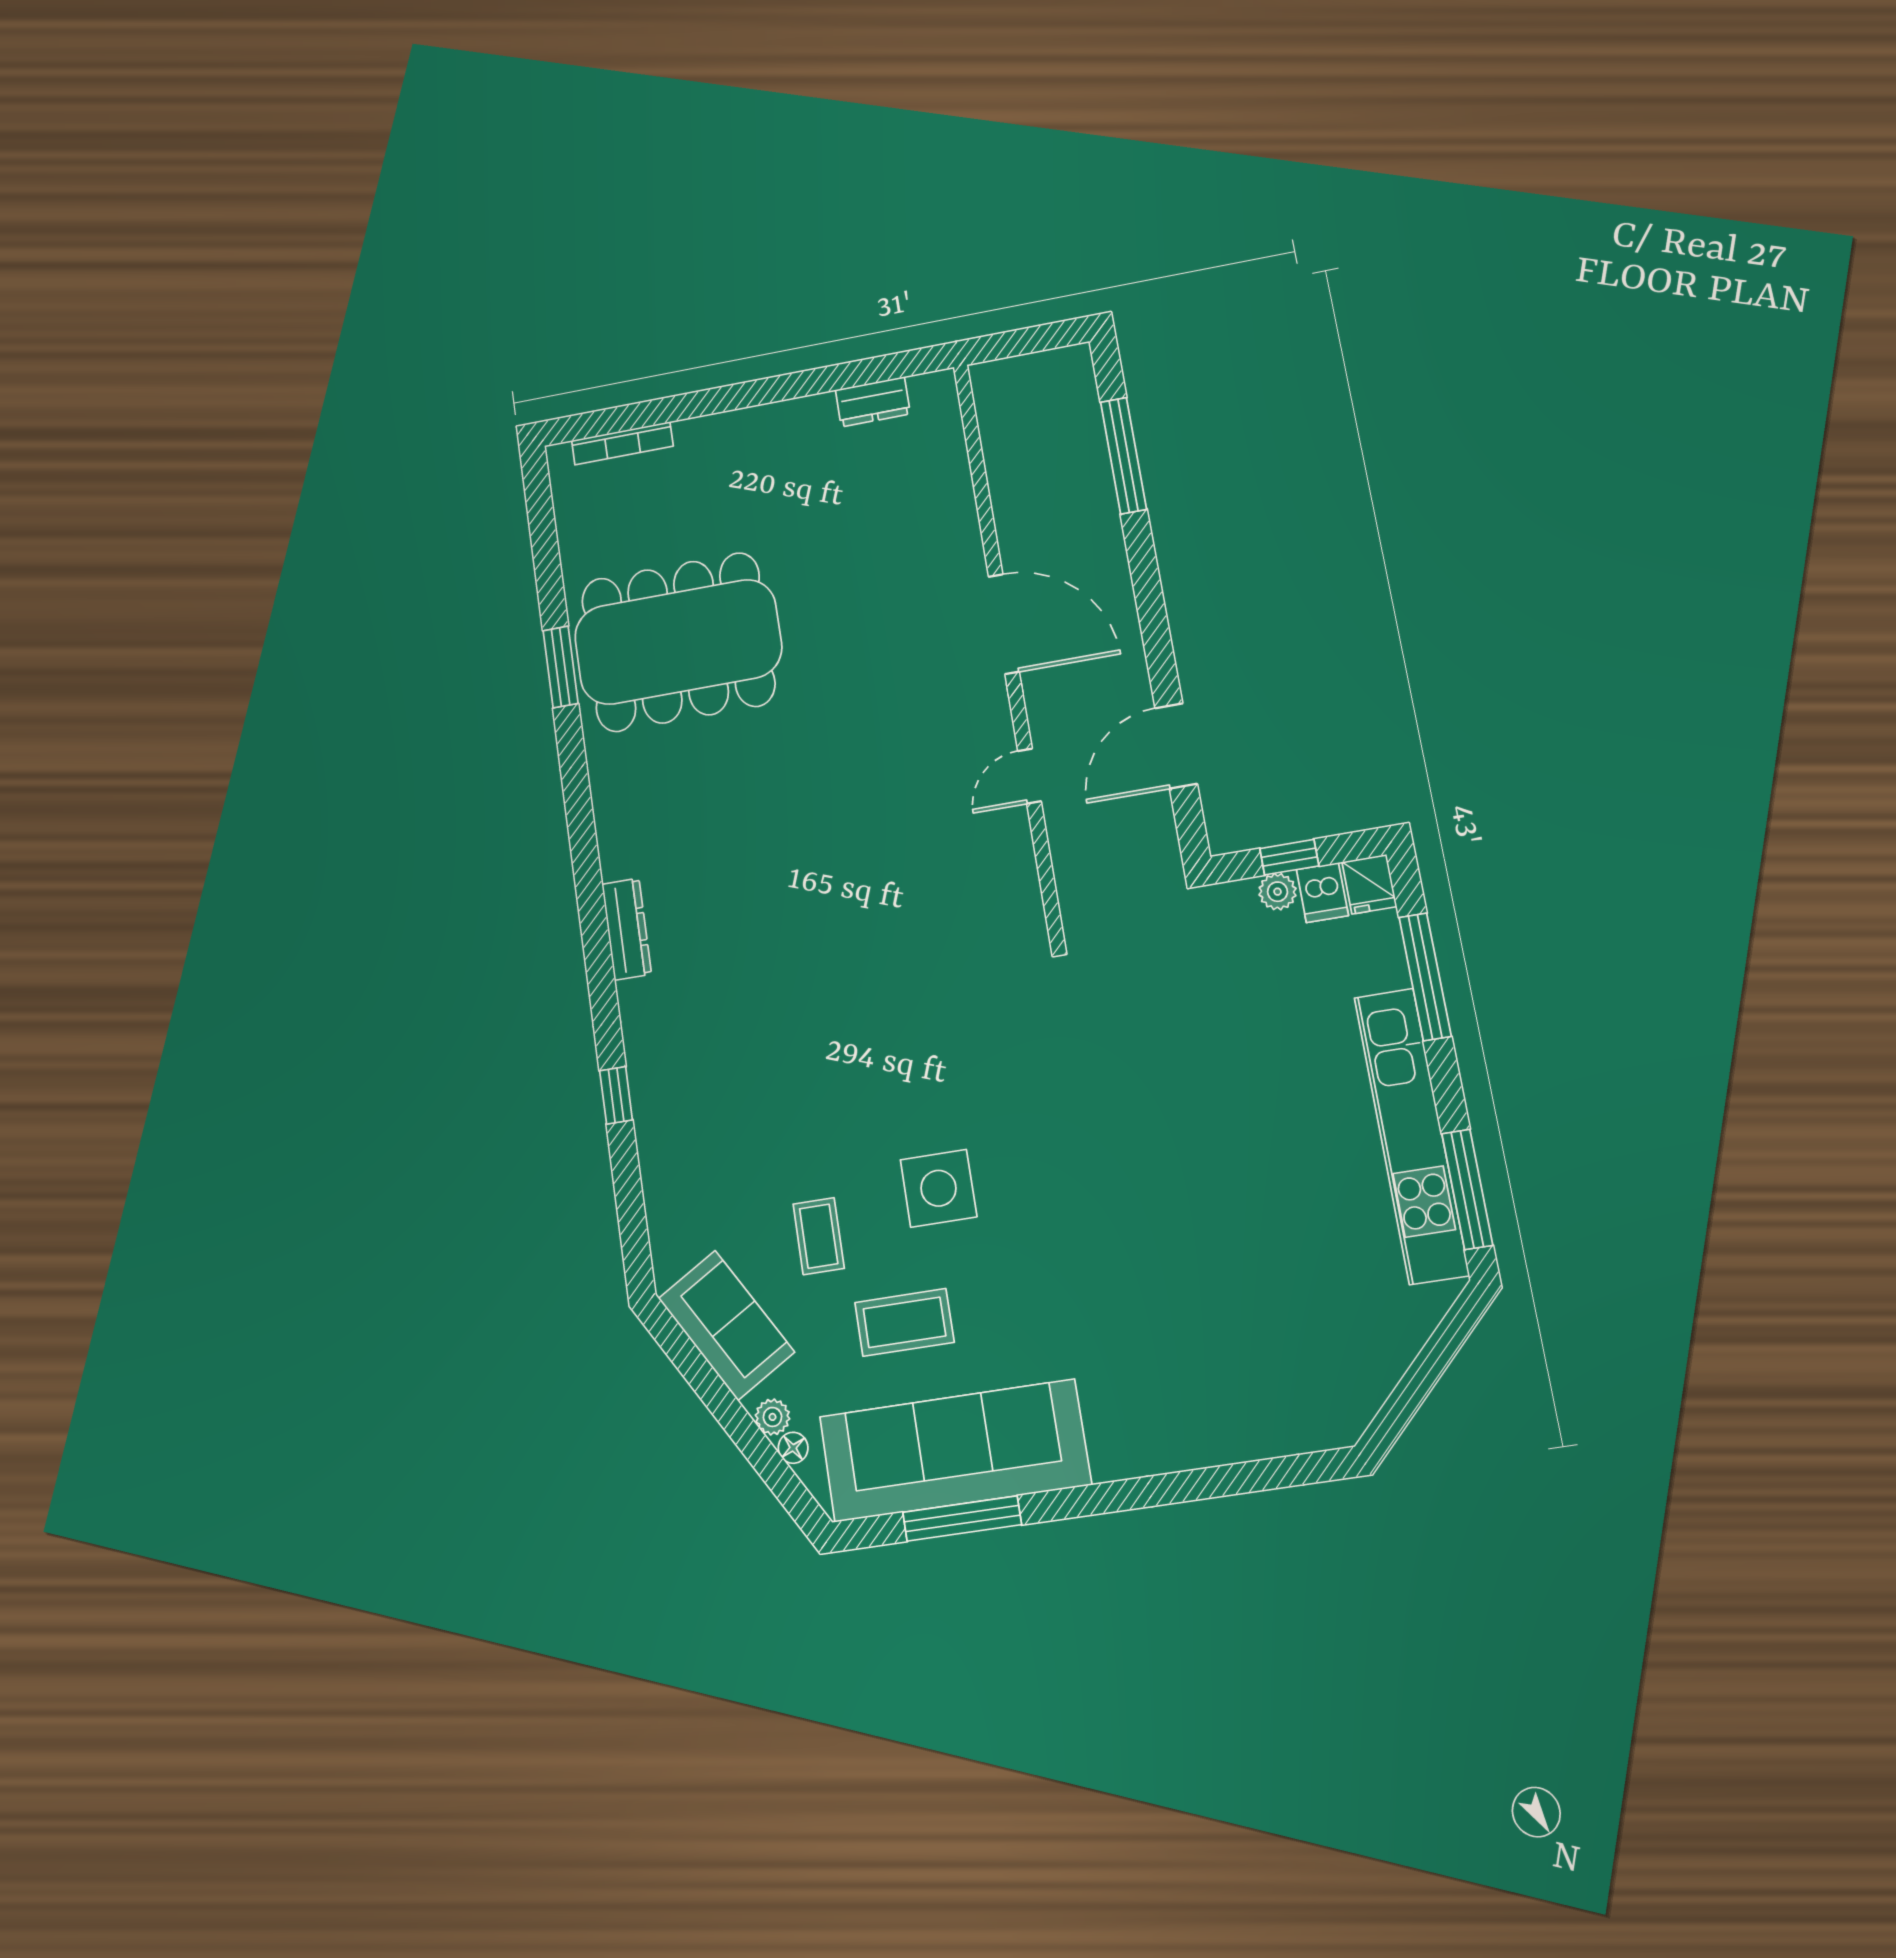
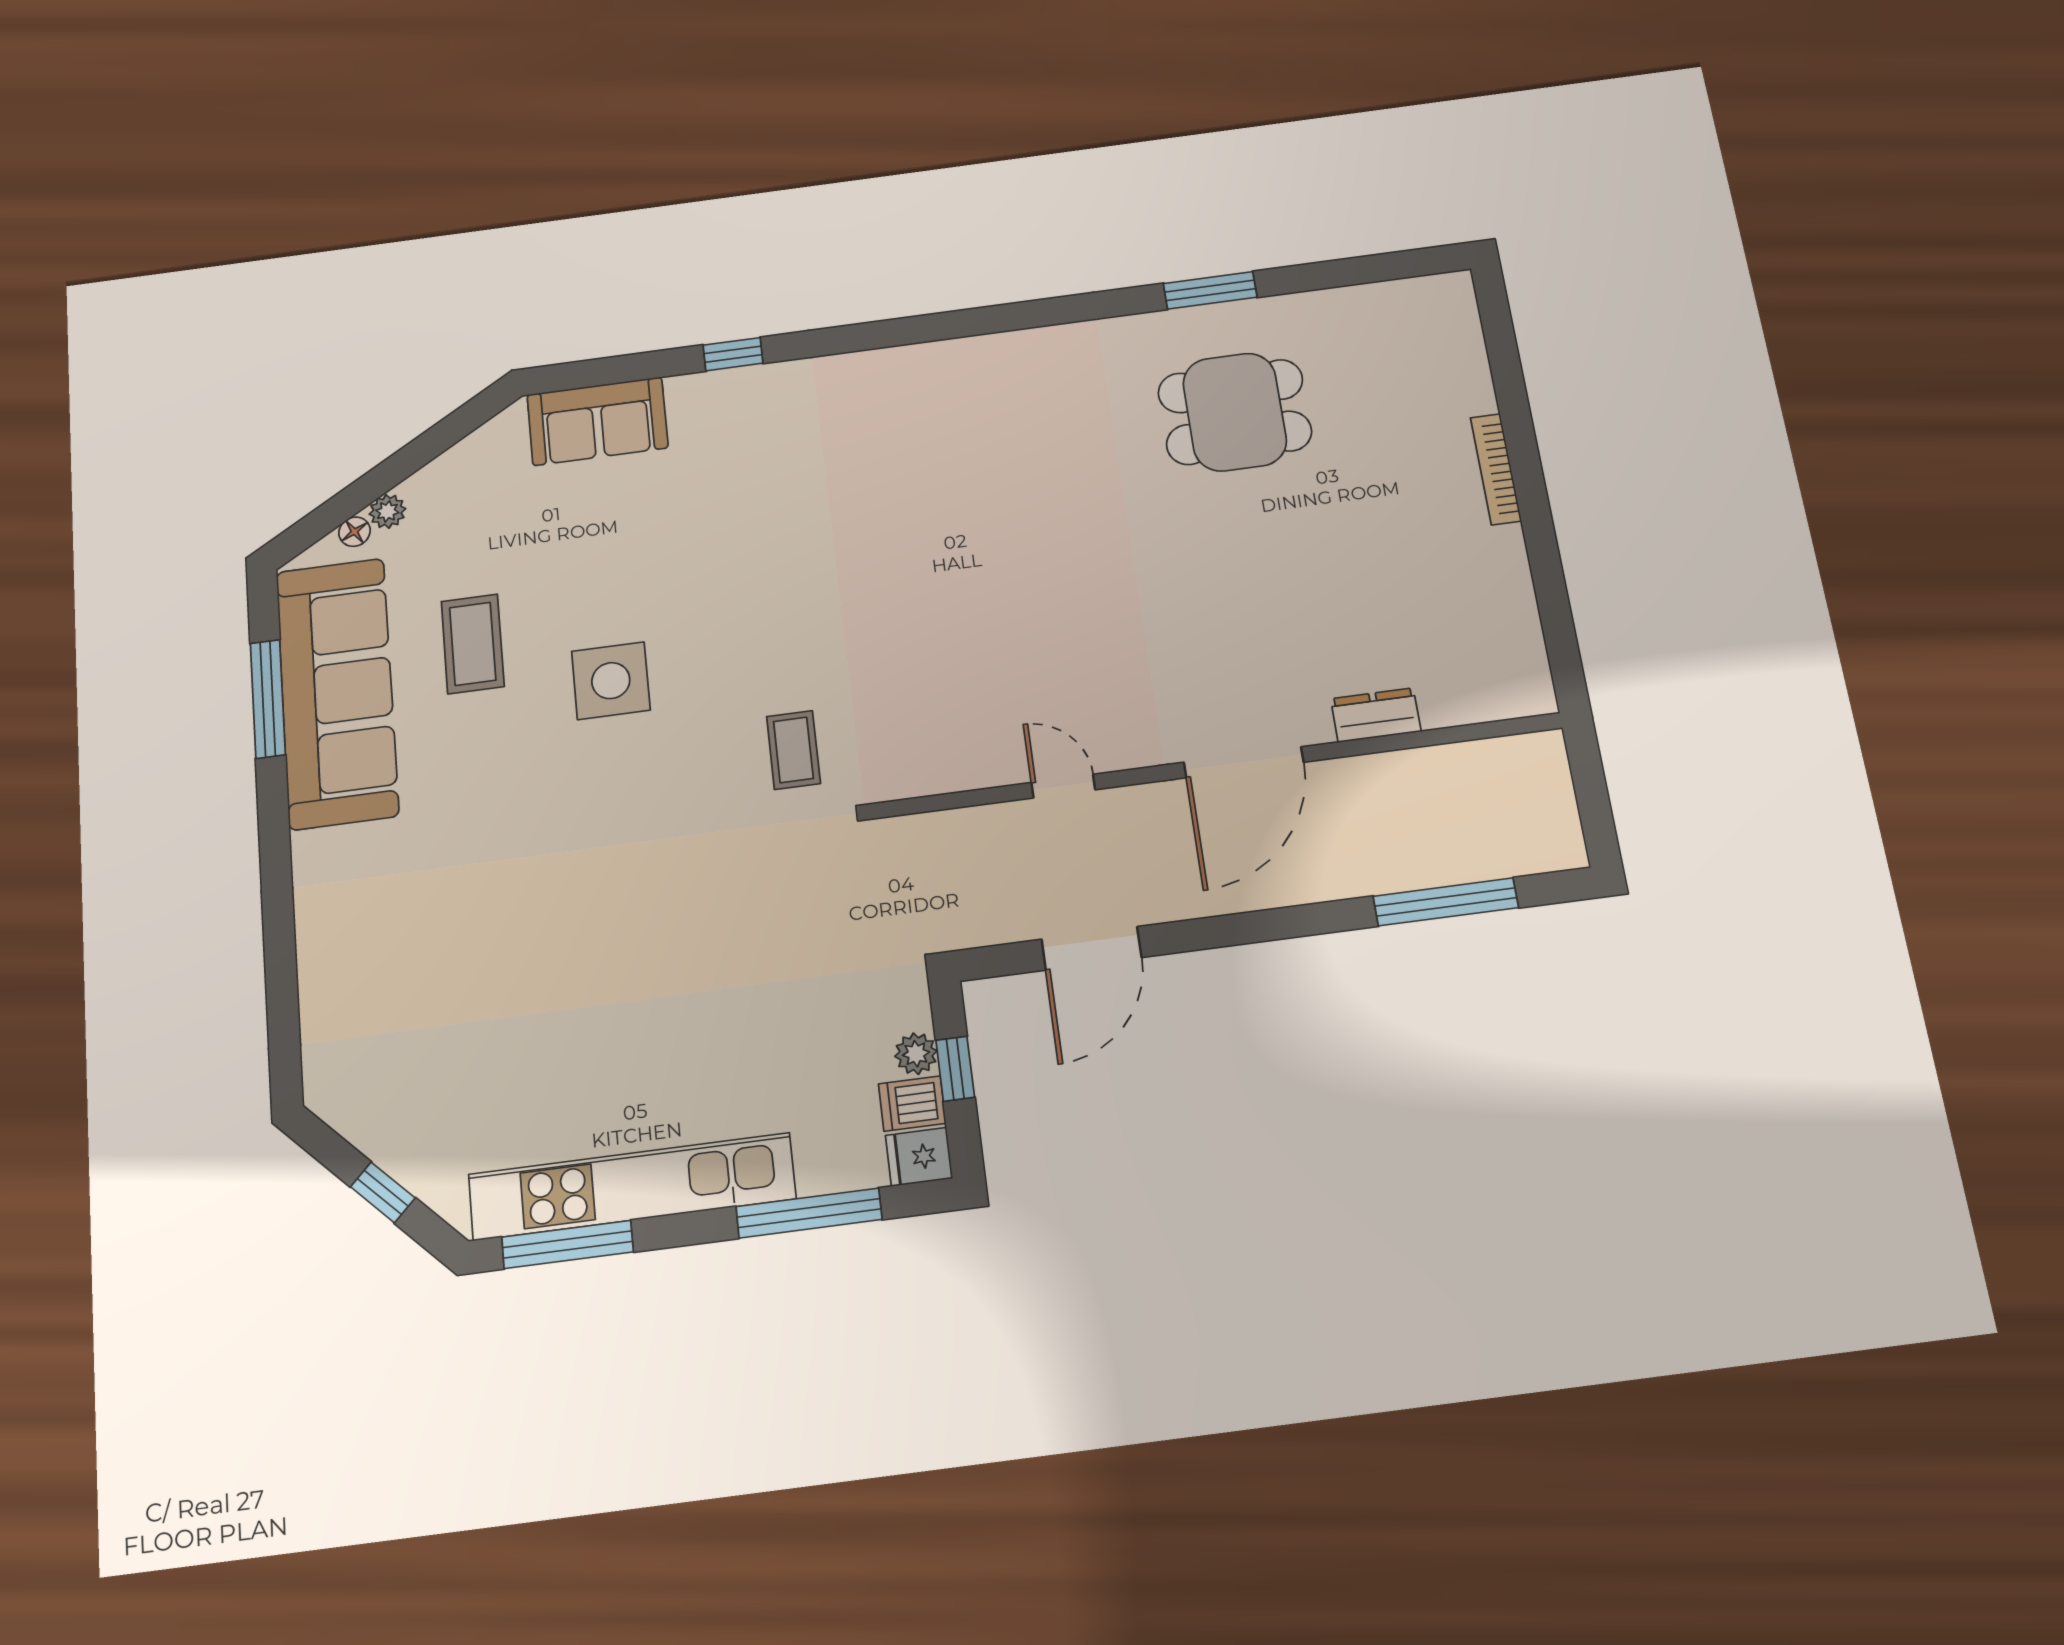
dresser: (873, 402) -> (1376, 715), moved, turned 90
bookcase: (622, 443) -> (1496, 469), moved
dining table: (678, 642) -> (1235, 412), width x0.53, depth x0.80
door: (1176, 746) -> (1091, 948), swing flipped
dresser: (627, 929) -> (912, 362), removed
coffee table: (819, 1236) -> (793, 750), moved, turned 90
sofa: (726, 1325) -> (597, 421), moved, turned 31
window: (1431, 1364) -> (383, 1192), added

